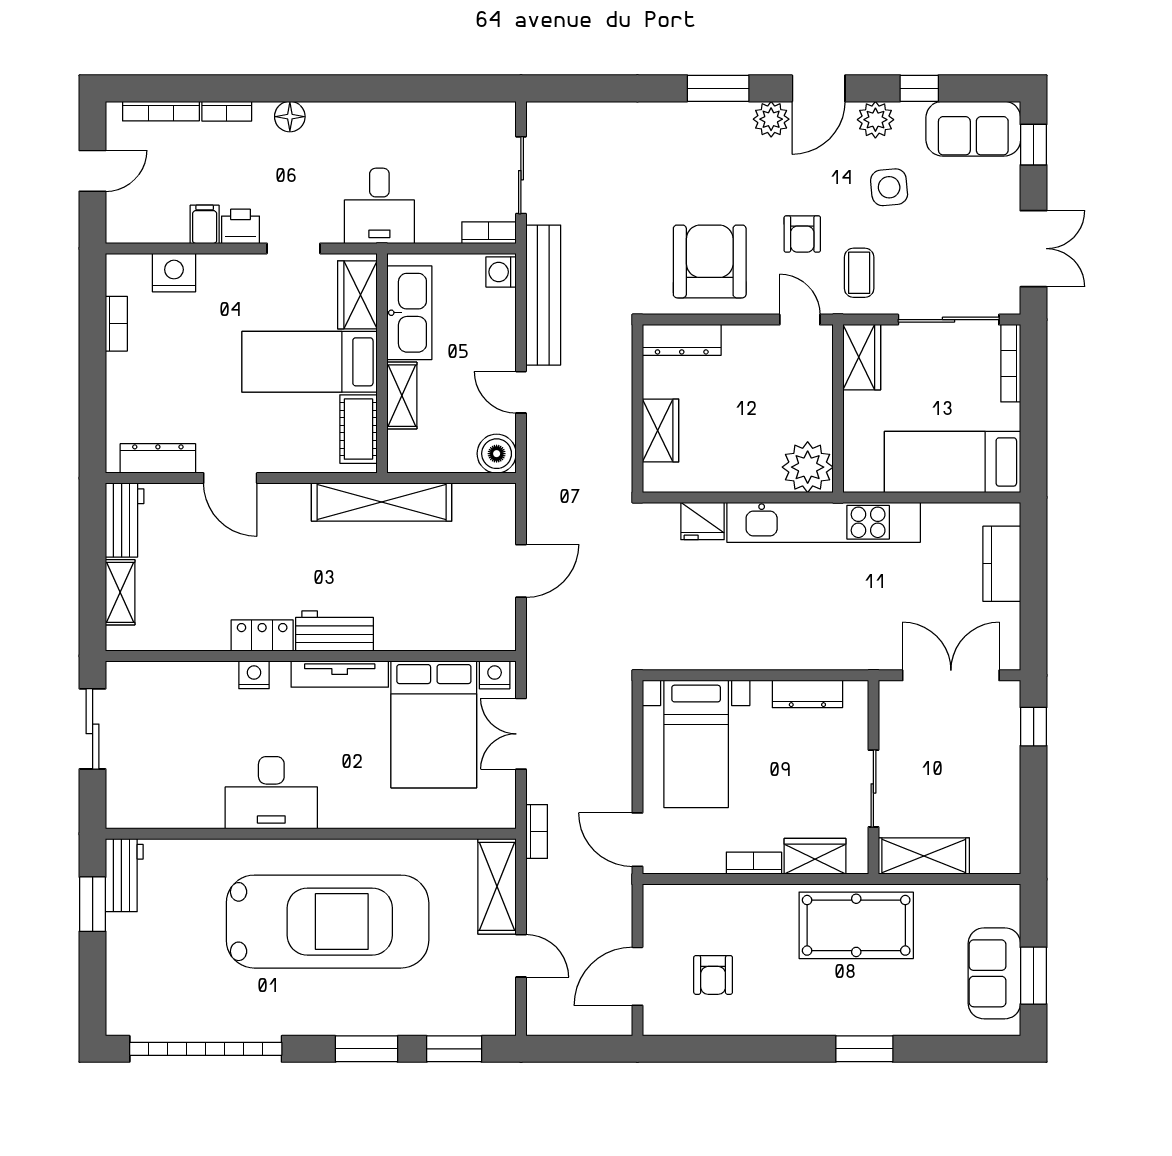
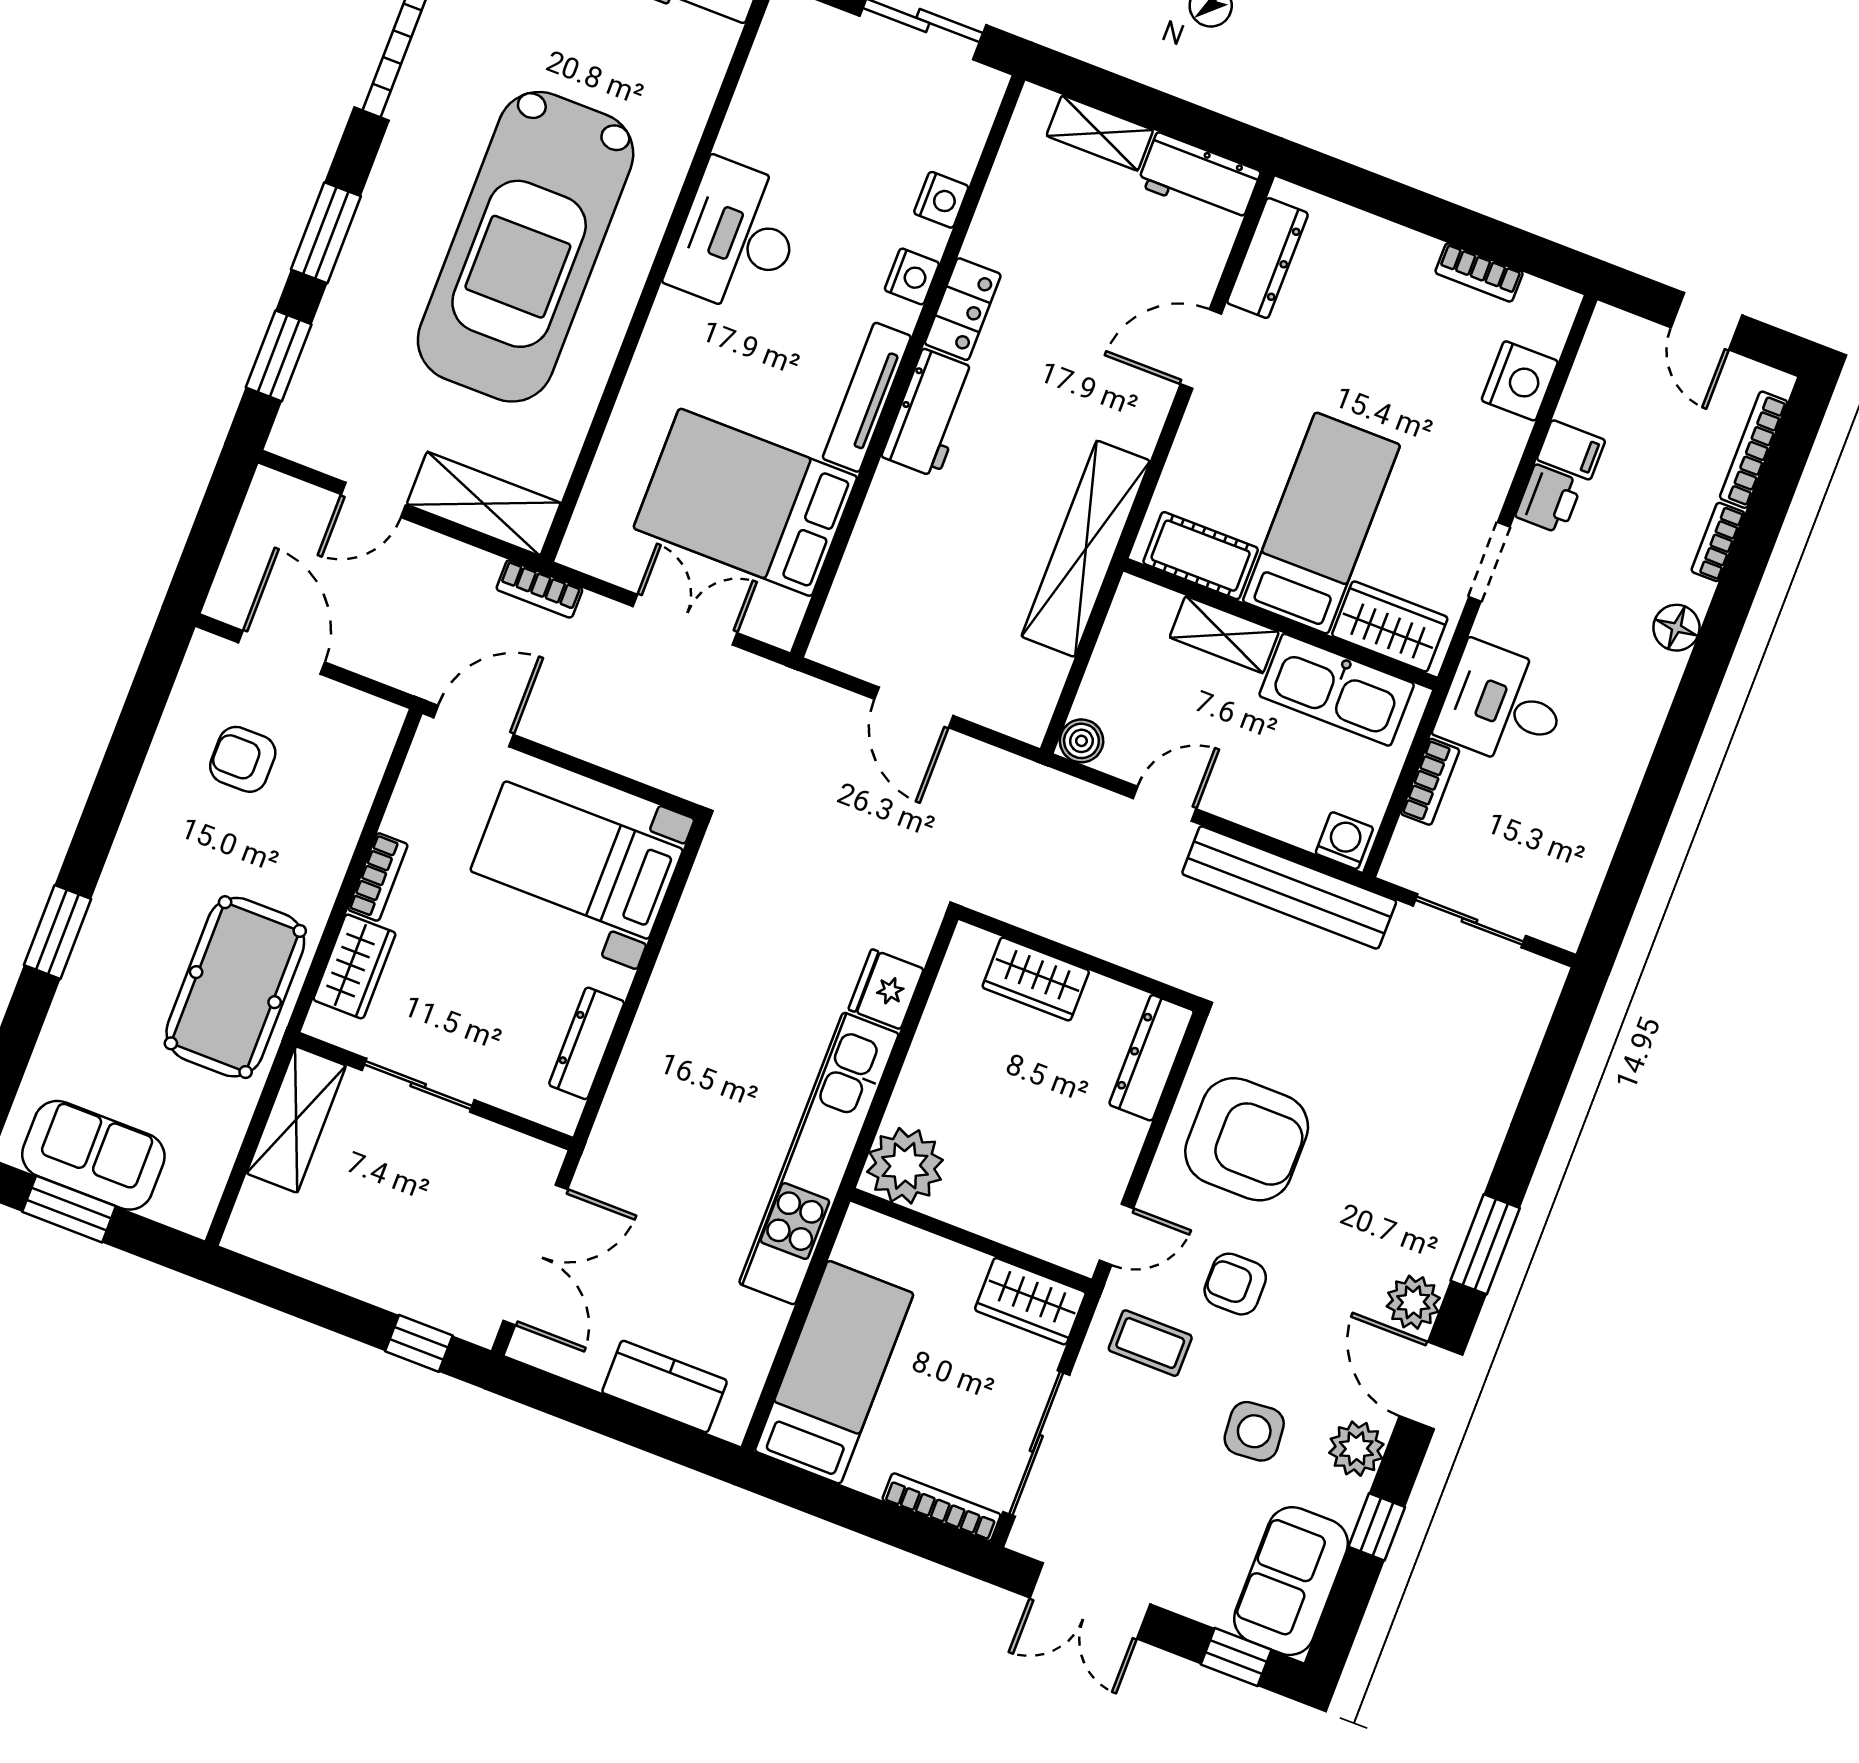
bookcase: (489, 233) -> (1430, 782), moved
boiler: (497, 454) -> (1081, 741), width x0.73, depth x0.73
nightstand: (495, 675) -> (941, 200), moved

